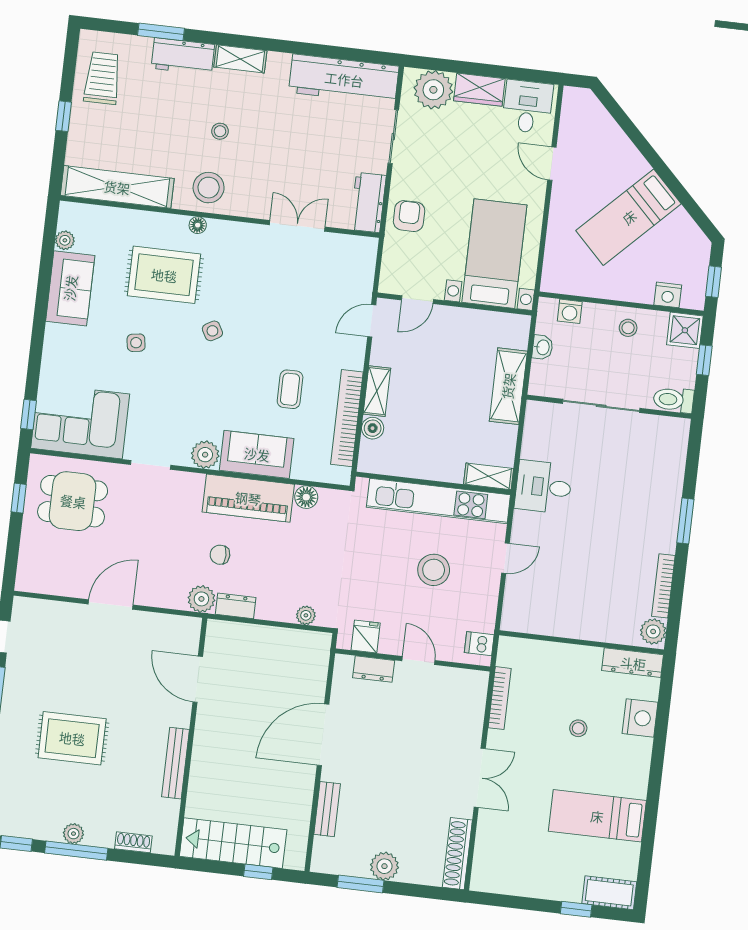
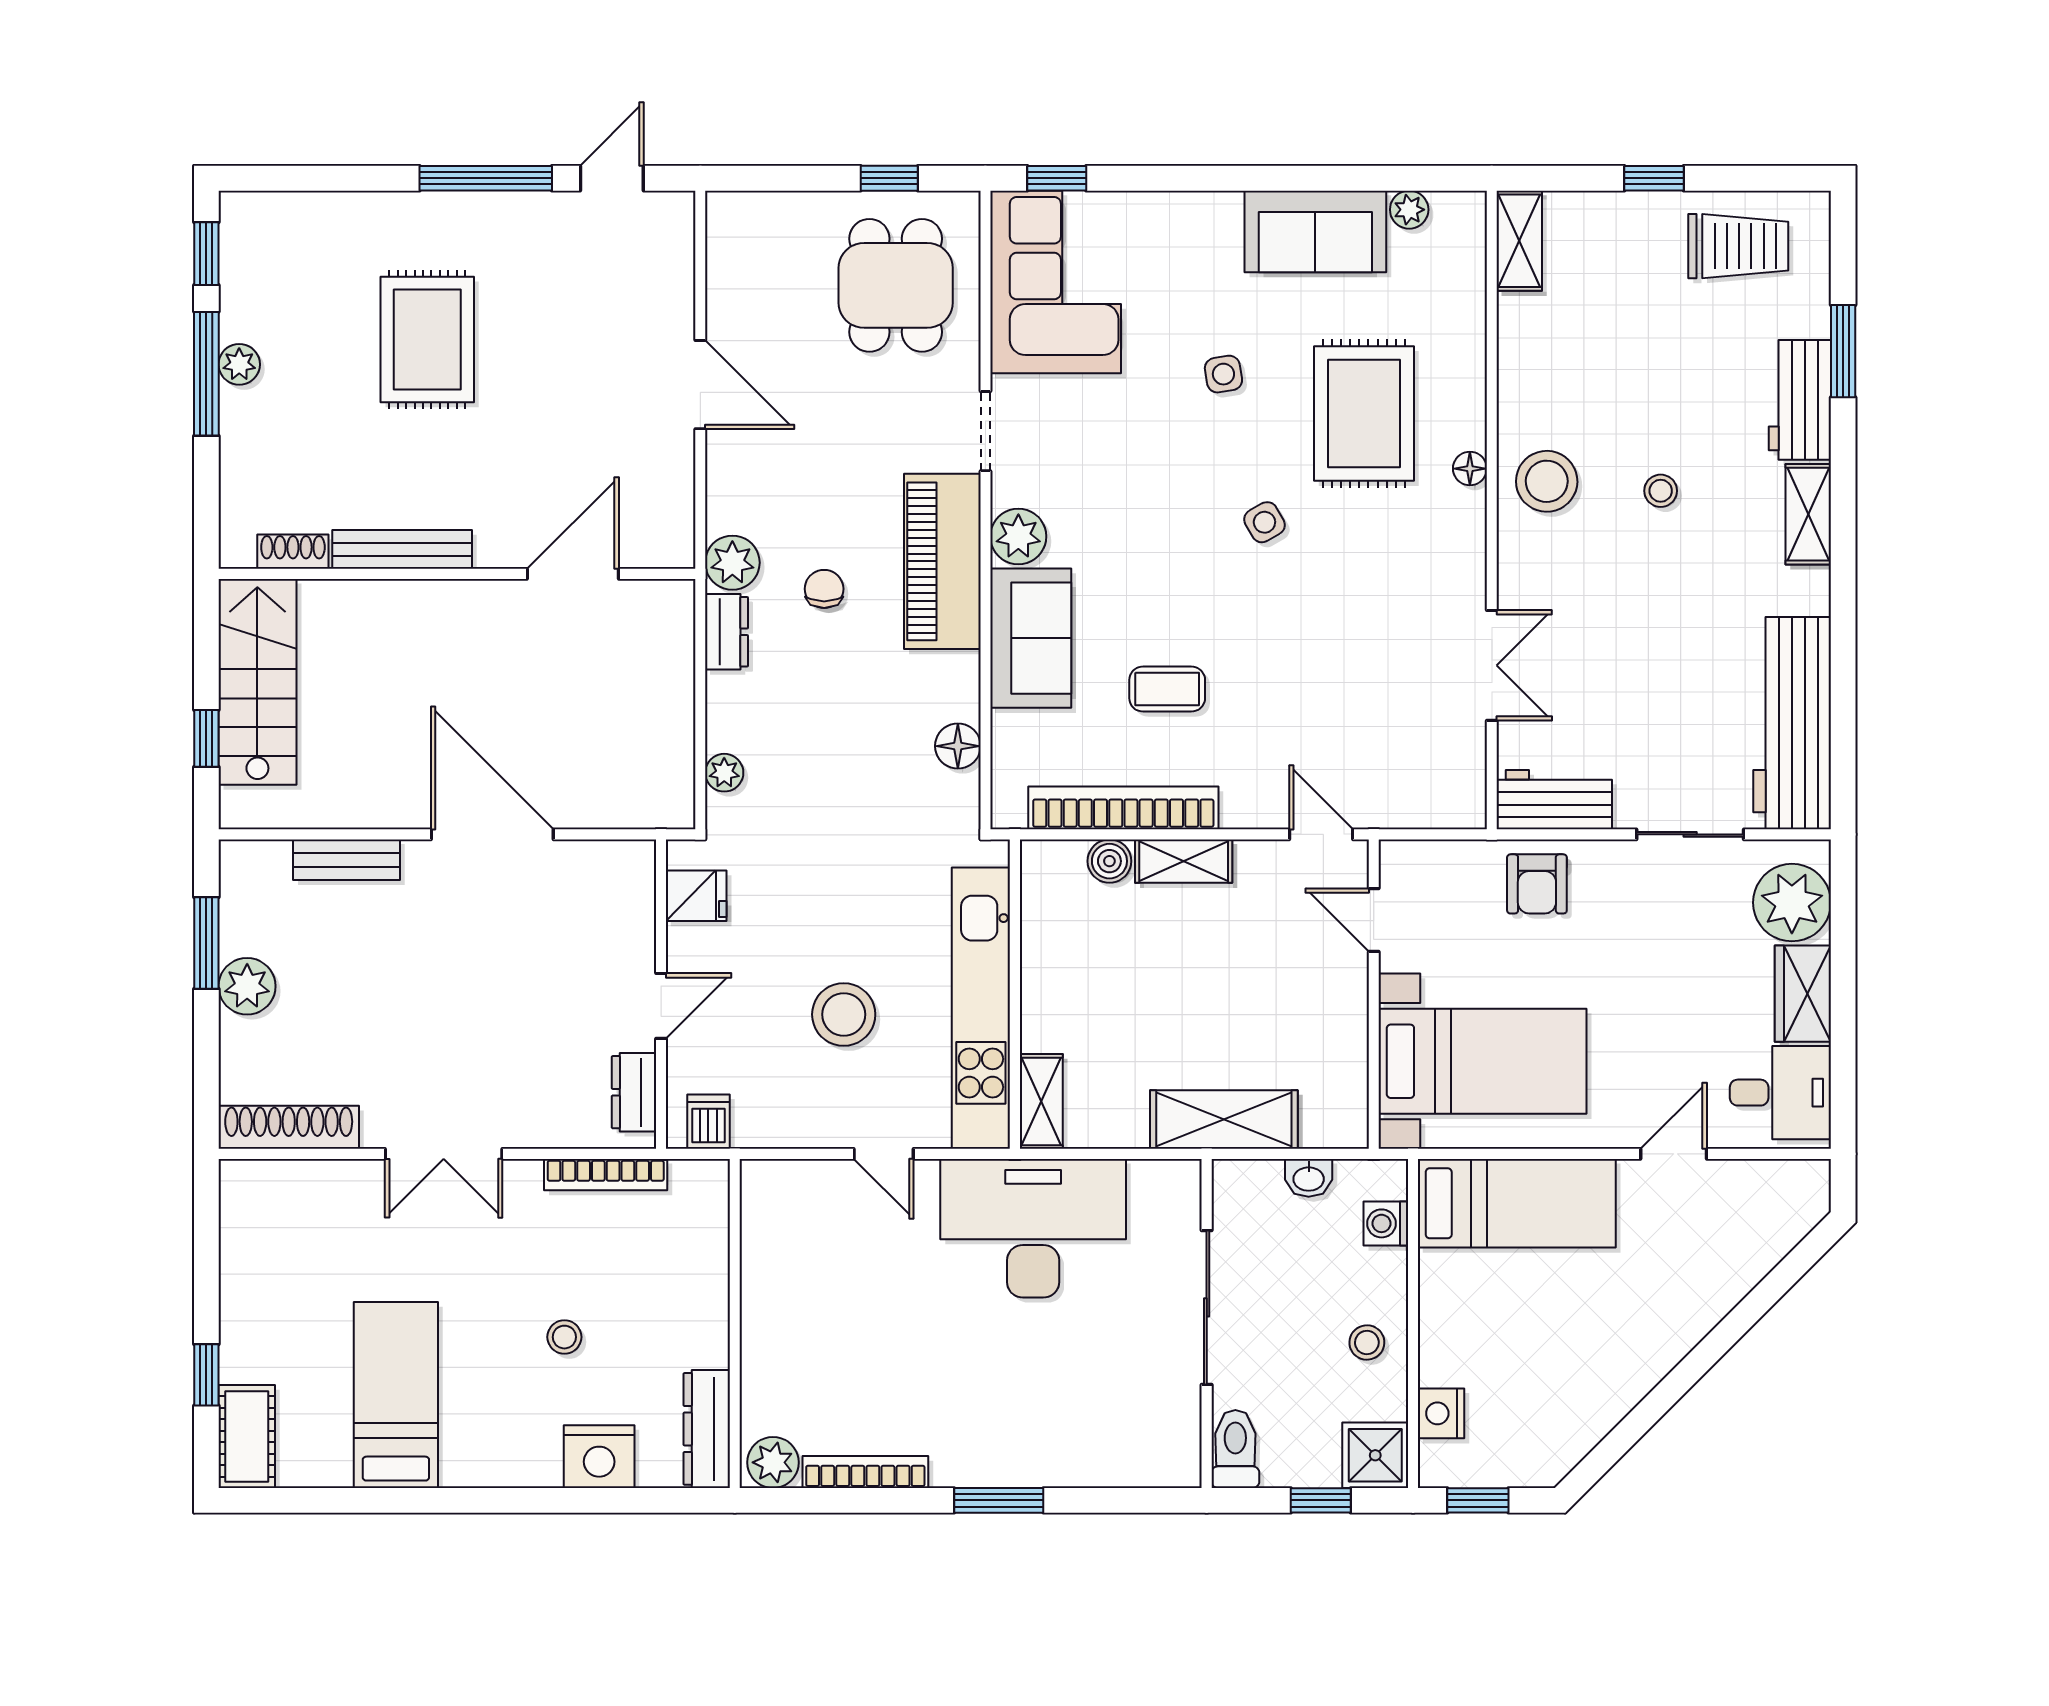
shelving: (117, 187) -> (1519, 241), width x0.45, depth x0.75
armchair: (409, 216) -> (1537, 884), turned 90
bed: (629, 217) -> (1517, 1203), moved, turned 135
desk: (543, 487) -> (1033, 1228), width x1.87, depth x1.30
piano: (248, 498) -> (942, 561), moved
dresser: (374, 669) -> (634, 1092), moved
shoe rack: (133, 842) -> (293, 552), moved, turned -90

